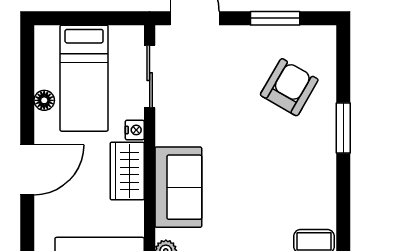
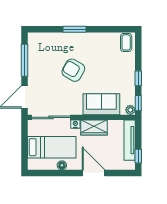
window: (275, 18) -> (24, 60), width x1.44
sliding door: (150, 77) -> (51, 117), width x1.37
armchair: (289, 87) -> (73, 70), moved

